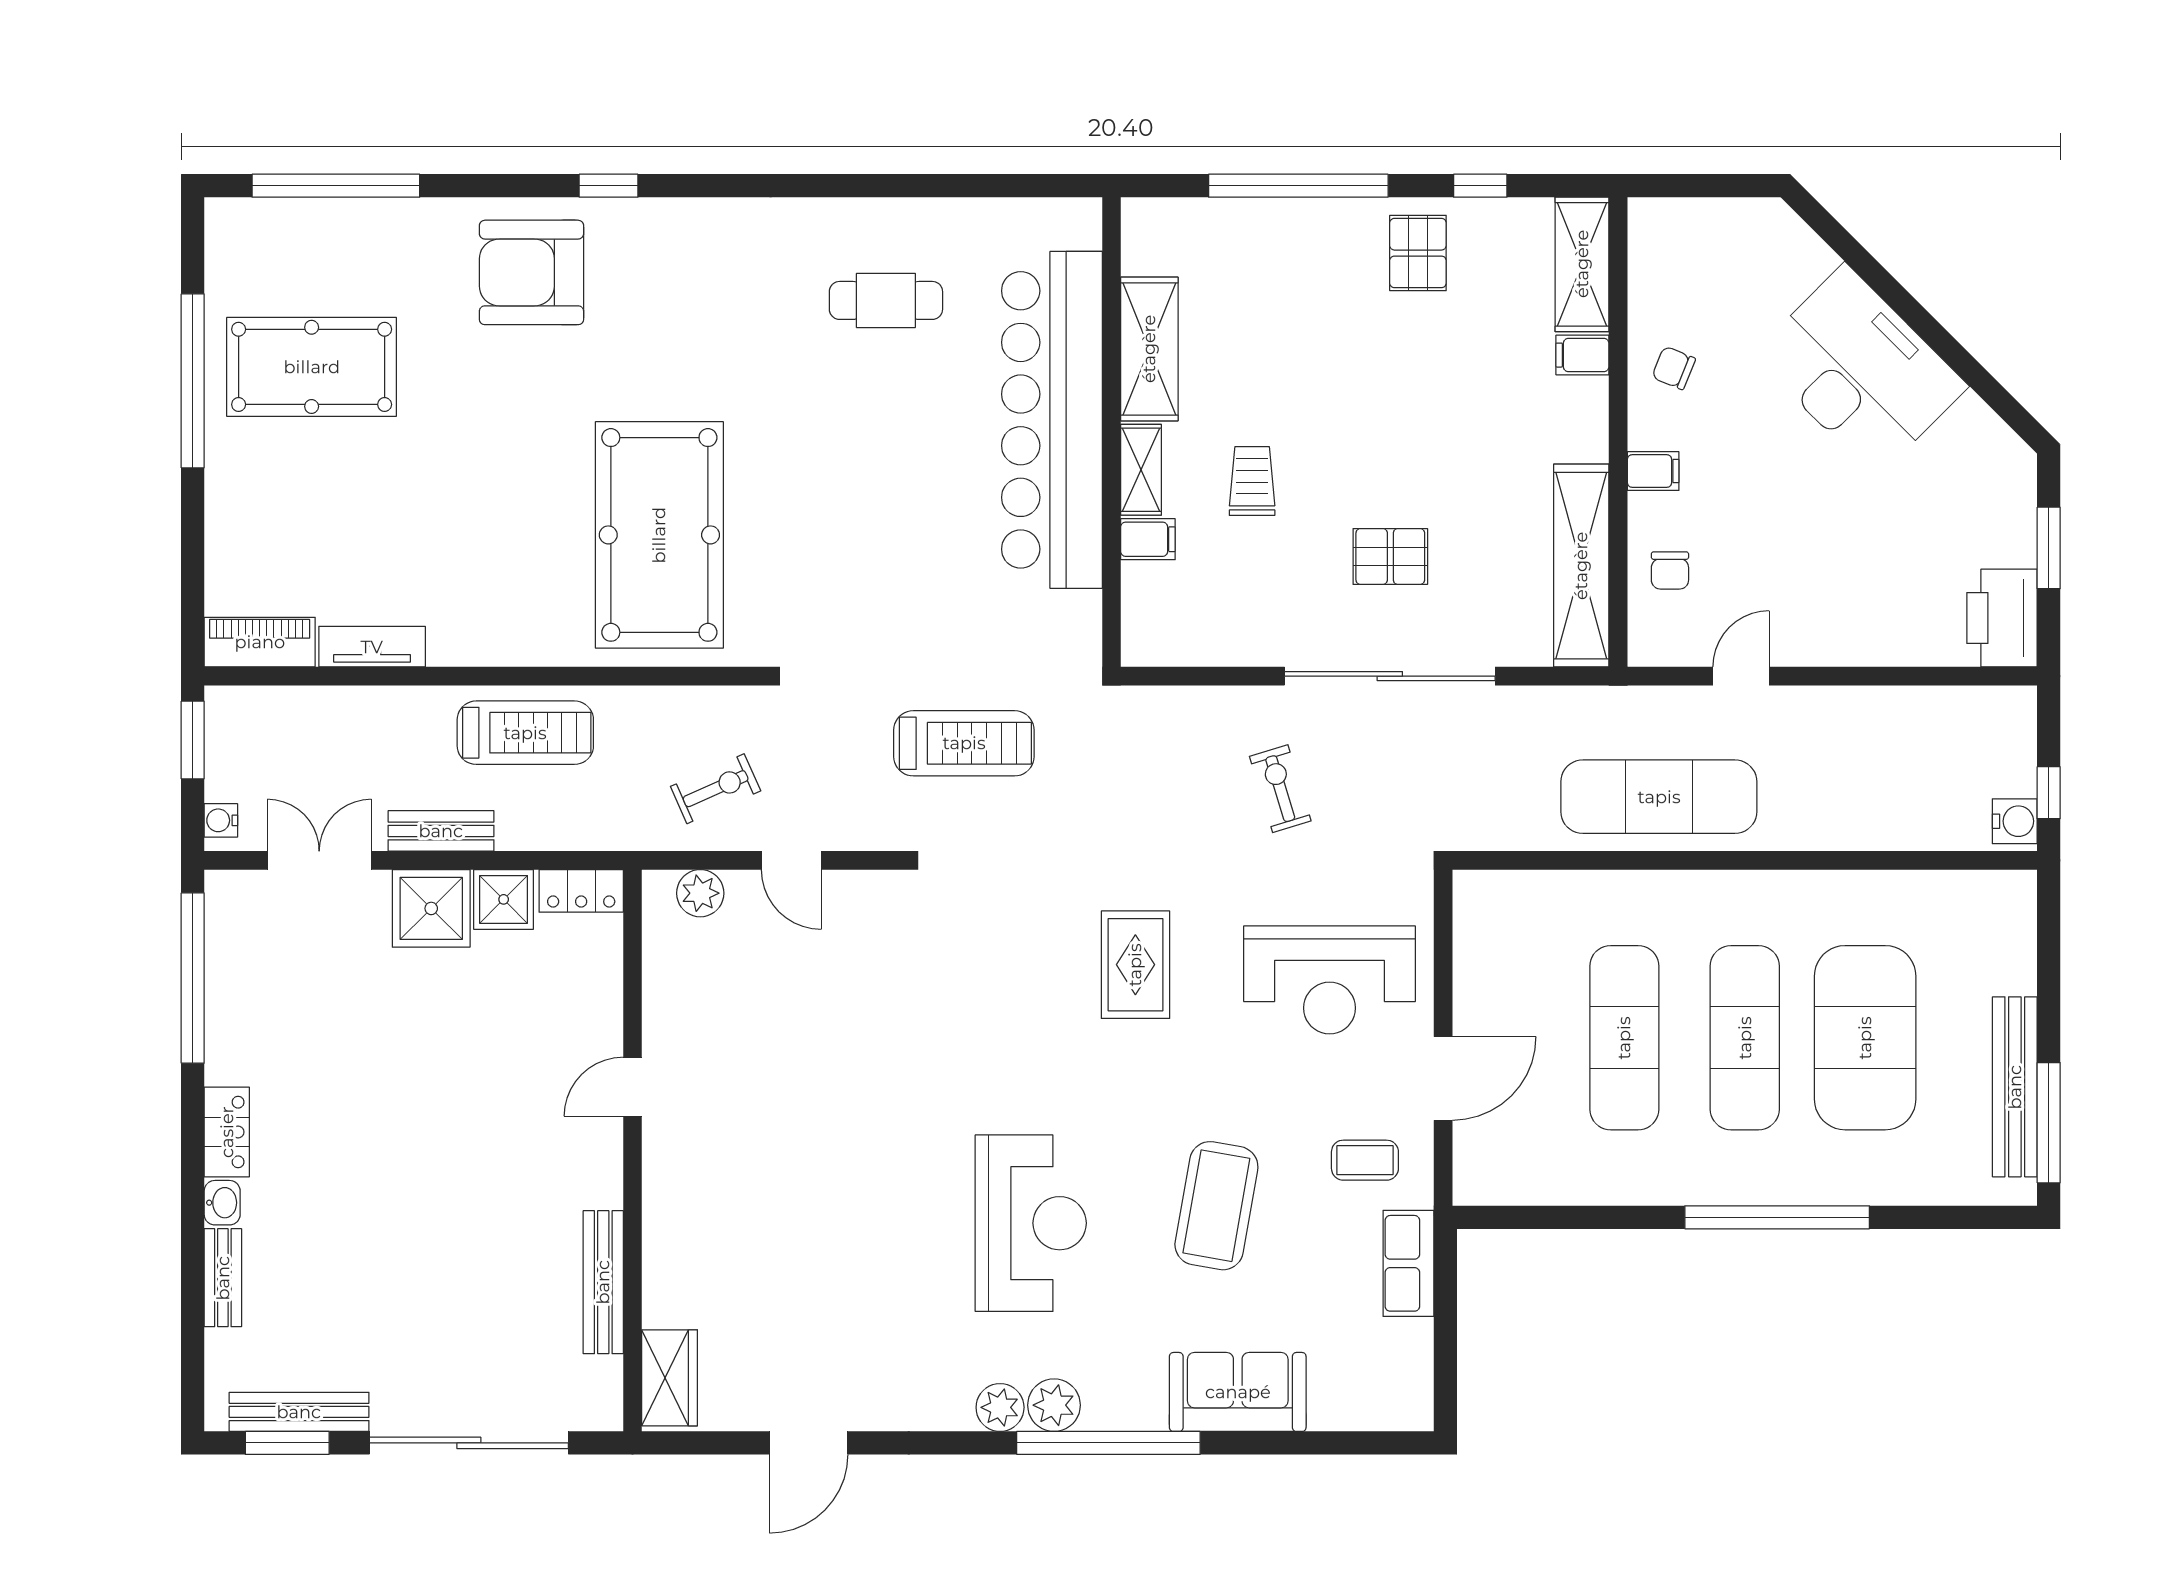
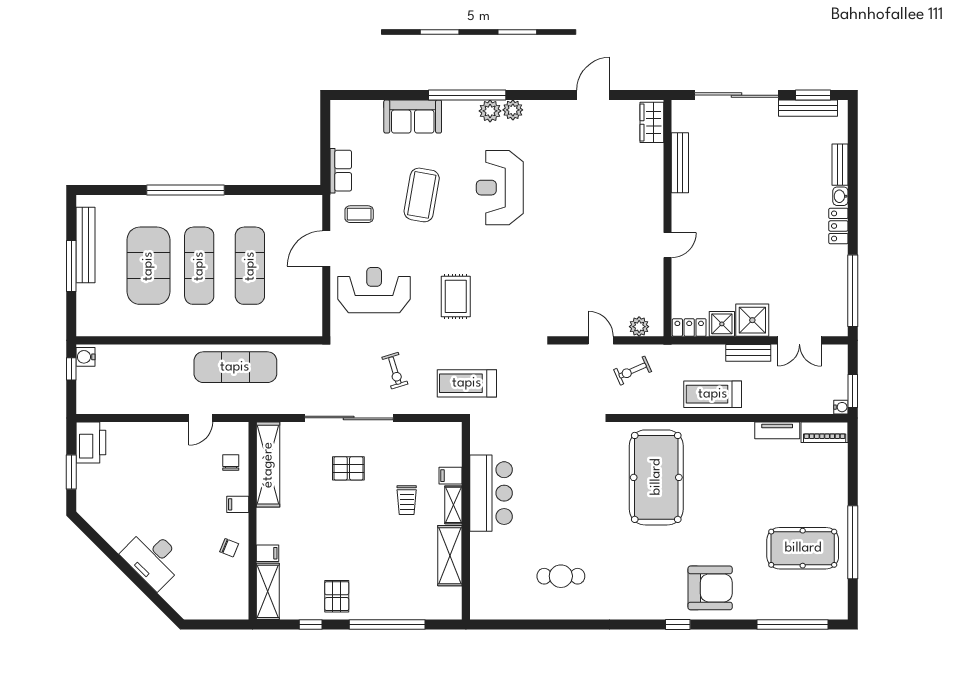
desk: (1860, 371) -> (153, 558), width x0.73, depth x0.77
bar counter: (1052, 420) -> (491, 493), width x0.54
treadmill: (964, 743) -> (467, 383), moved
water cooler: (221, 820) -> (841, 407), moved
window: (2049, 1123) -> (71, 266), moved

